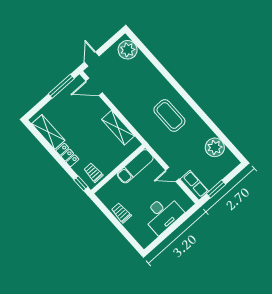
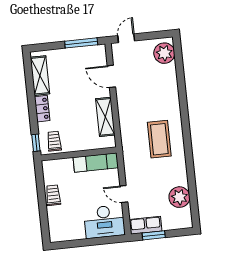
door: (94, 87) -> (111, 76), moved
row of seats: (194, 185) -> (146, 225), moved, turned -90
desk: (163, 214) -> (104, 222), moved

